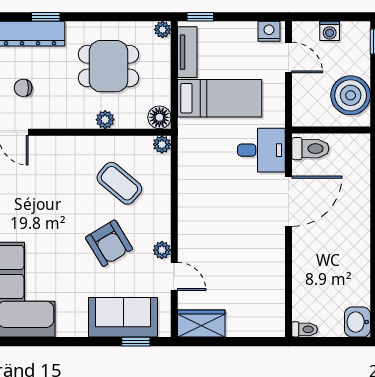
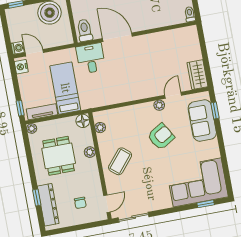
washing machine: (330, 31) -> (18, 48), moved
door: (288, 58) -> (34, 53), hinge flipped
plant: (162, 144) -> (100, 128), moved
coffee table: (119, 183) -> (120, 161), moved

